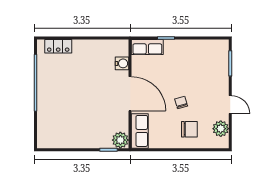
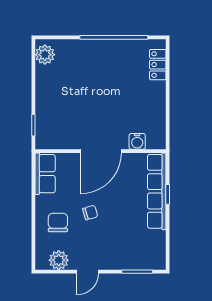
row of seats: (147, 47) -> (157, 191), width x2.02
chair: (189, 129) -> (58, 223), turned 180
row of seats: (140, 131) -> (45, 174), moved, turned -90
plant: (120, 140) -> (45, 55), moved

